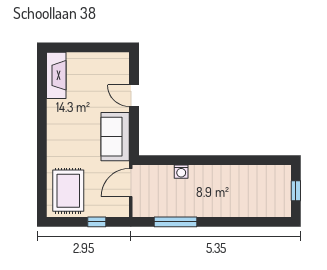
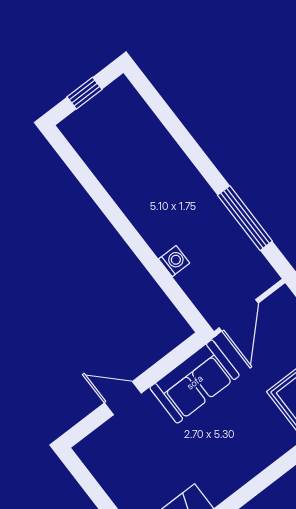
door: (134, 96) -> (123, 398), swing flipped
door: (131, 183) -> (239, 315), hinge flipped

